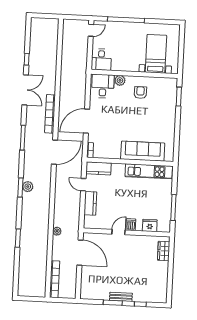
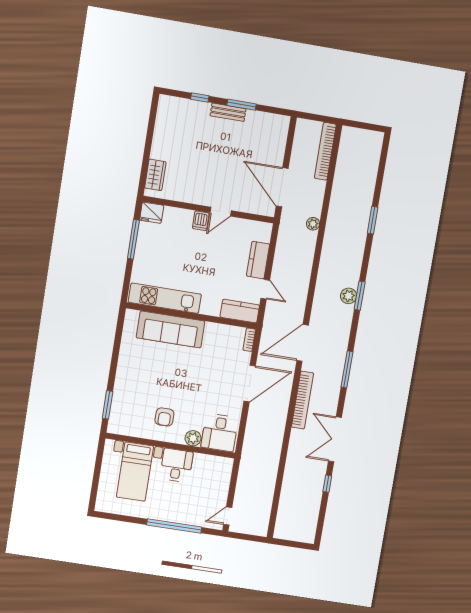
desk: (101, 60) -> (176, 465), moved
fridge: (150, 225) -> (152, 213), moved

